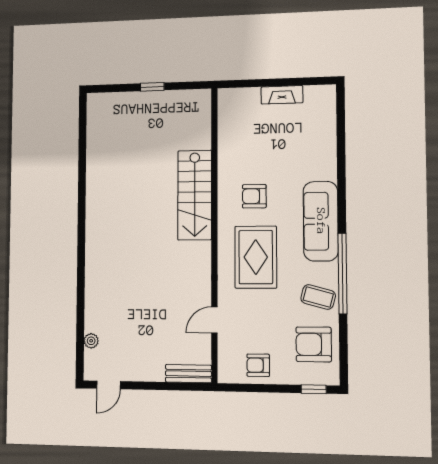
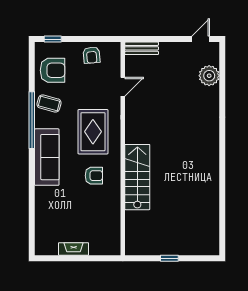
plant: (91, 341) -> (209, 76), width x1.87, depth x1.87
armchair: (258, 365) -> (92, 55), turned 85

